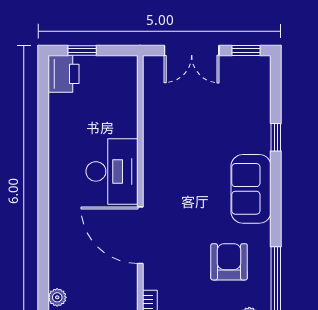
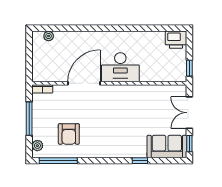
window: (82, 50) -> (189, 68), moved
sofa: (251, 189) -> (167, 147), moved
armchair: (229, 262) -> (69, 134), turned 90

